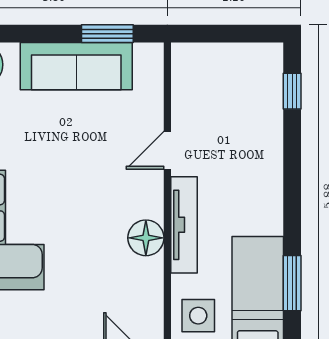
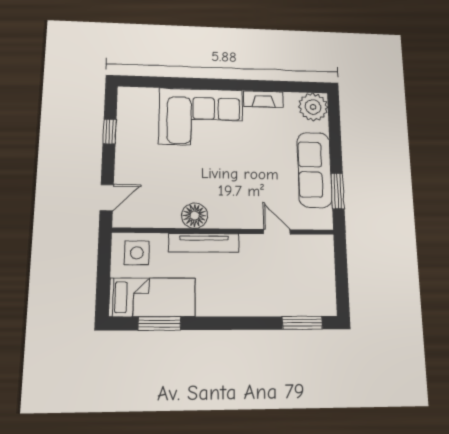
window: (292, 91) -> (302, 323), width x1.50
door: (167, 150) -> (277, 232), moved

